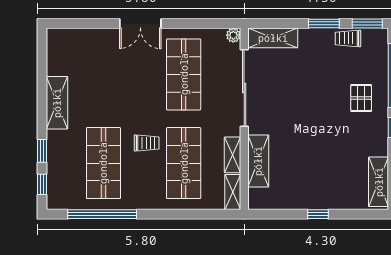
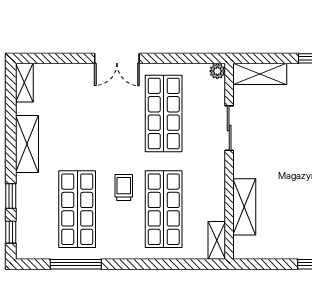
sliding door: (244, 88) -> (229, 128), width x0.54
trolley: (147, 143) -> (124, 188), turned -90
shelving: (233, 155) -> (24, 83), moved
window: (102, 214) -> (76, 264), width x0.68

